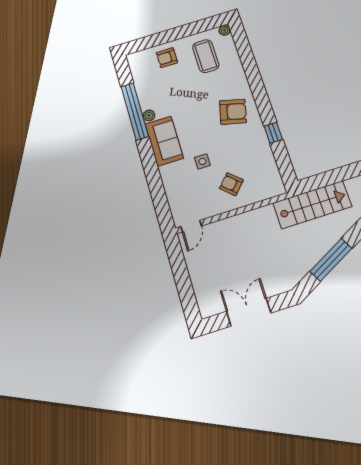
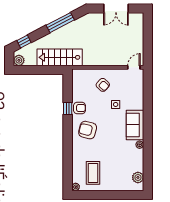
armchair: (167, 58) -> (80, 108), moved
plant: (139, 70) -> (138, 177), added
window: (135, 111) -> (148, 150), removed

